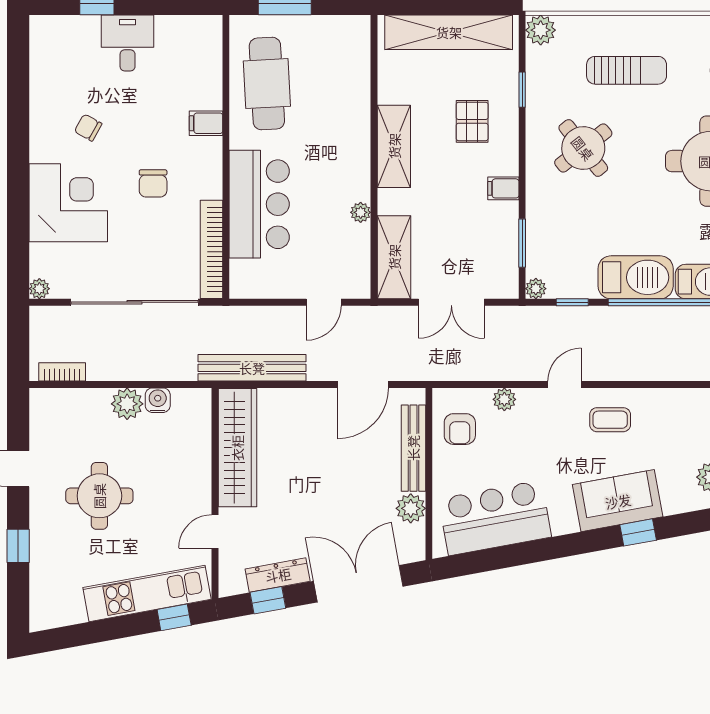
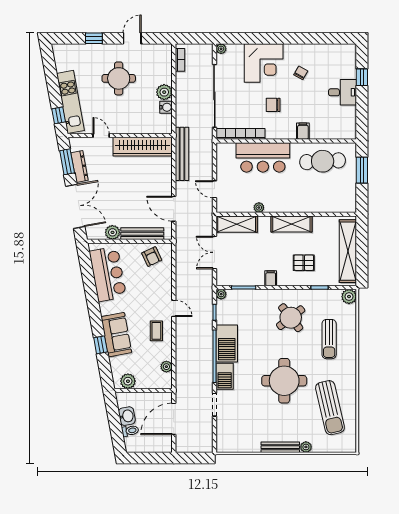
plant: (504, 399) -> (166, 367), moved
armchair: (460, 429) -> (152, 257), turned -115
window: (268, 600) -> (67, 162), width x1.50

